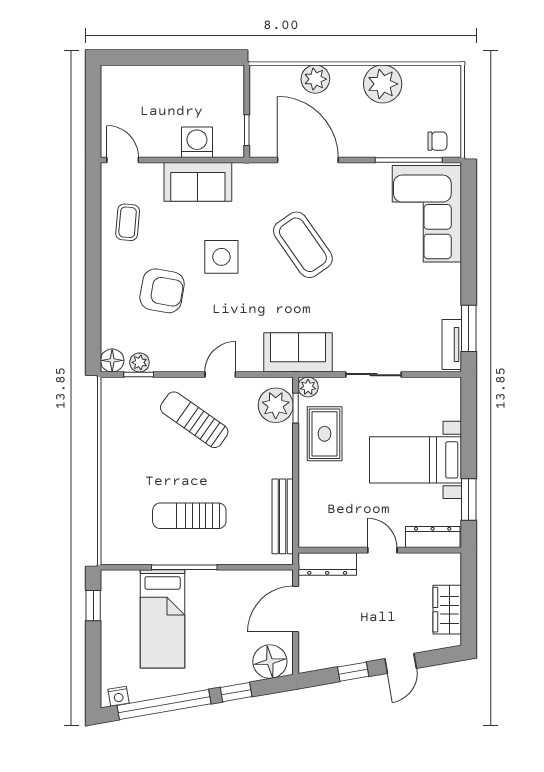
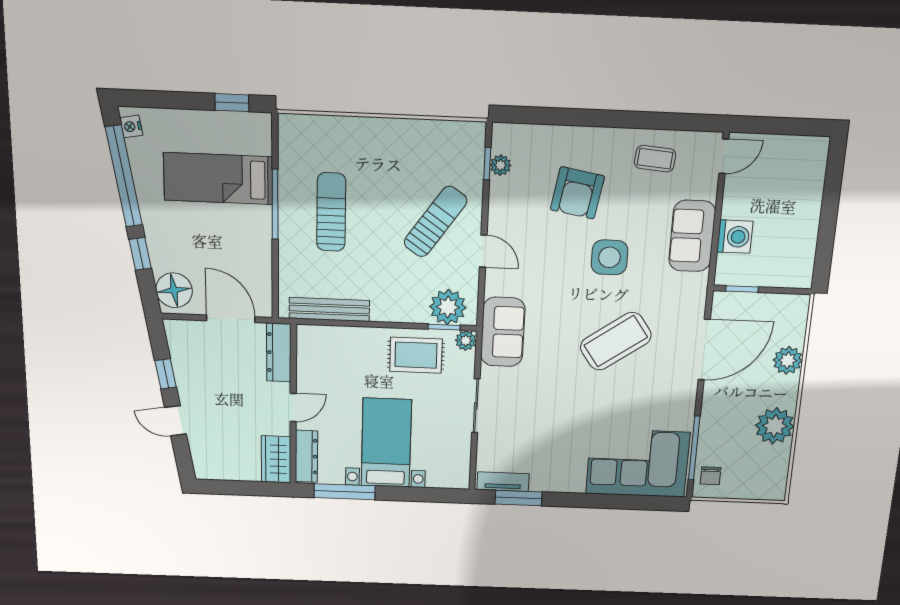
floor lamp: (112, 360) -> (504, 135), removed
window: (469, 500) -> (345, 492), width x1.44
wardrobe: (447, 610) -> (276, 459), moved, turned -90

